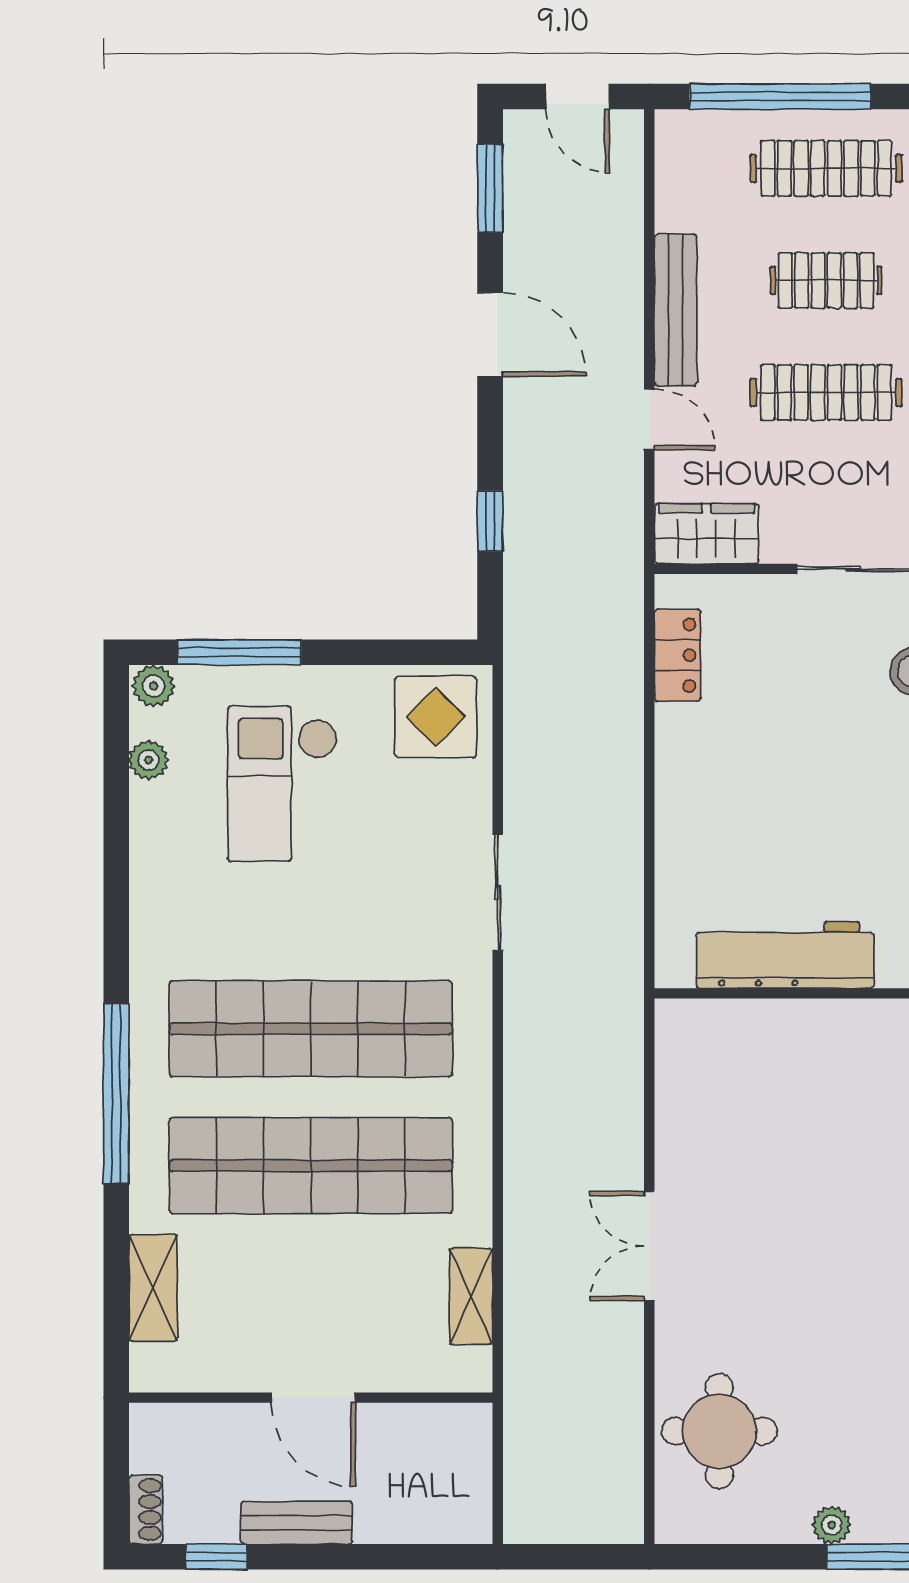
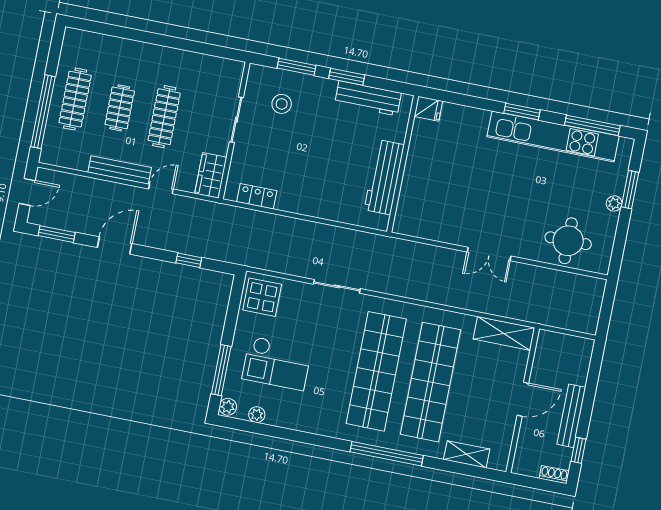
shelving: (471, 1296) -> (504, 333), width x1.50, depth x1.33
bench: (297, 1523) -> (571, 416), width x1.36

